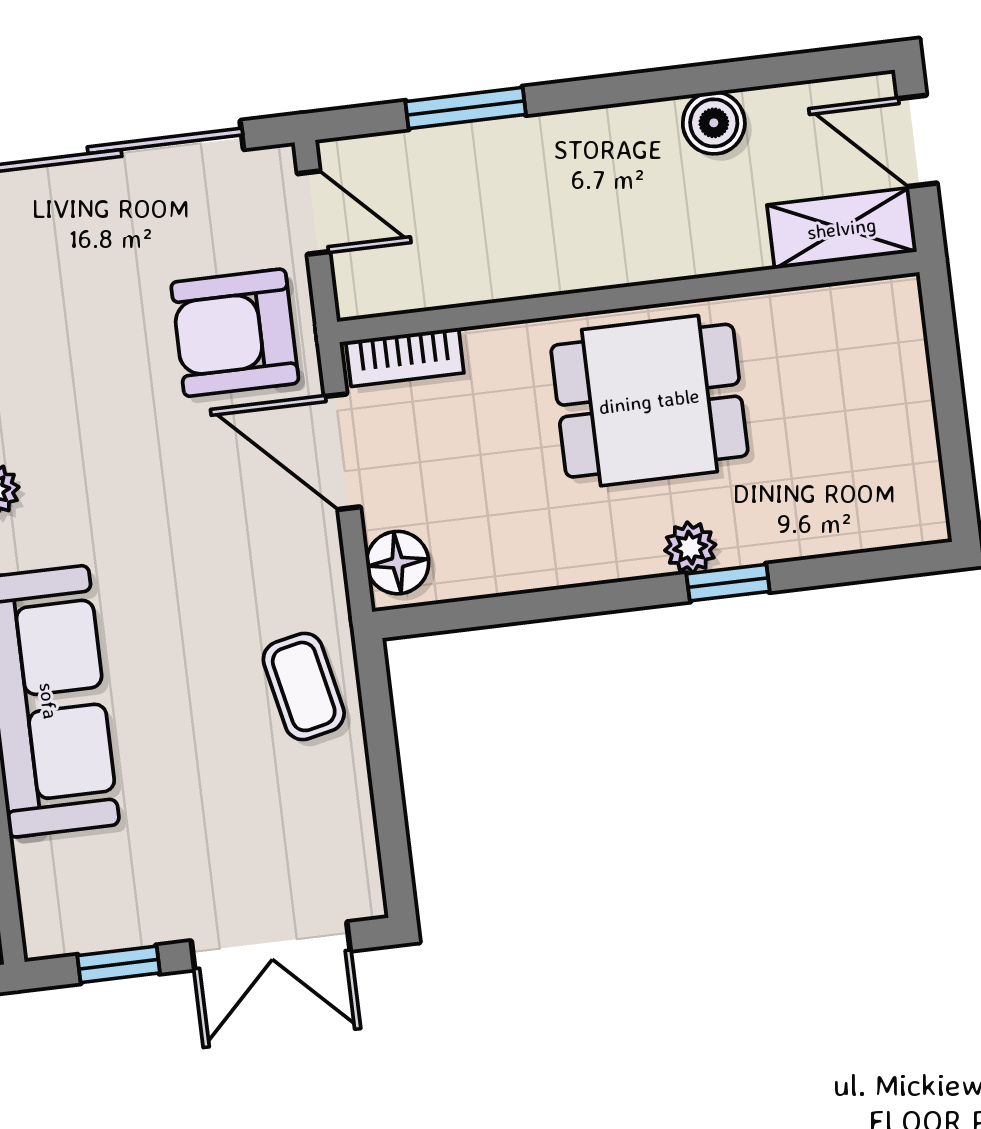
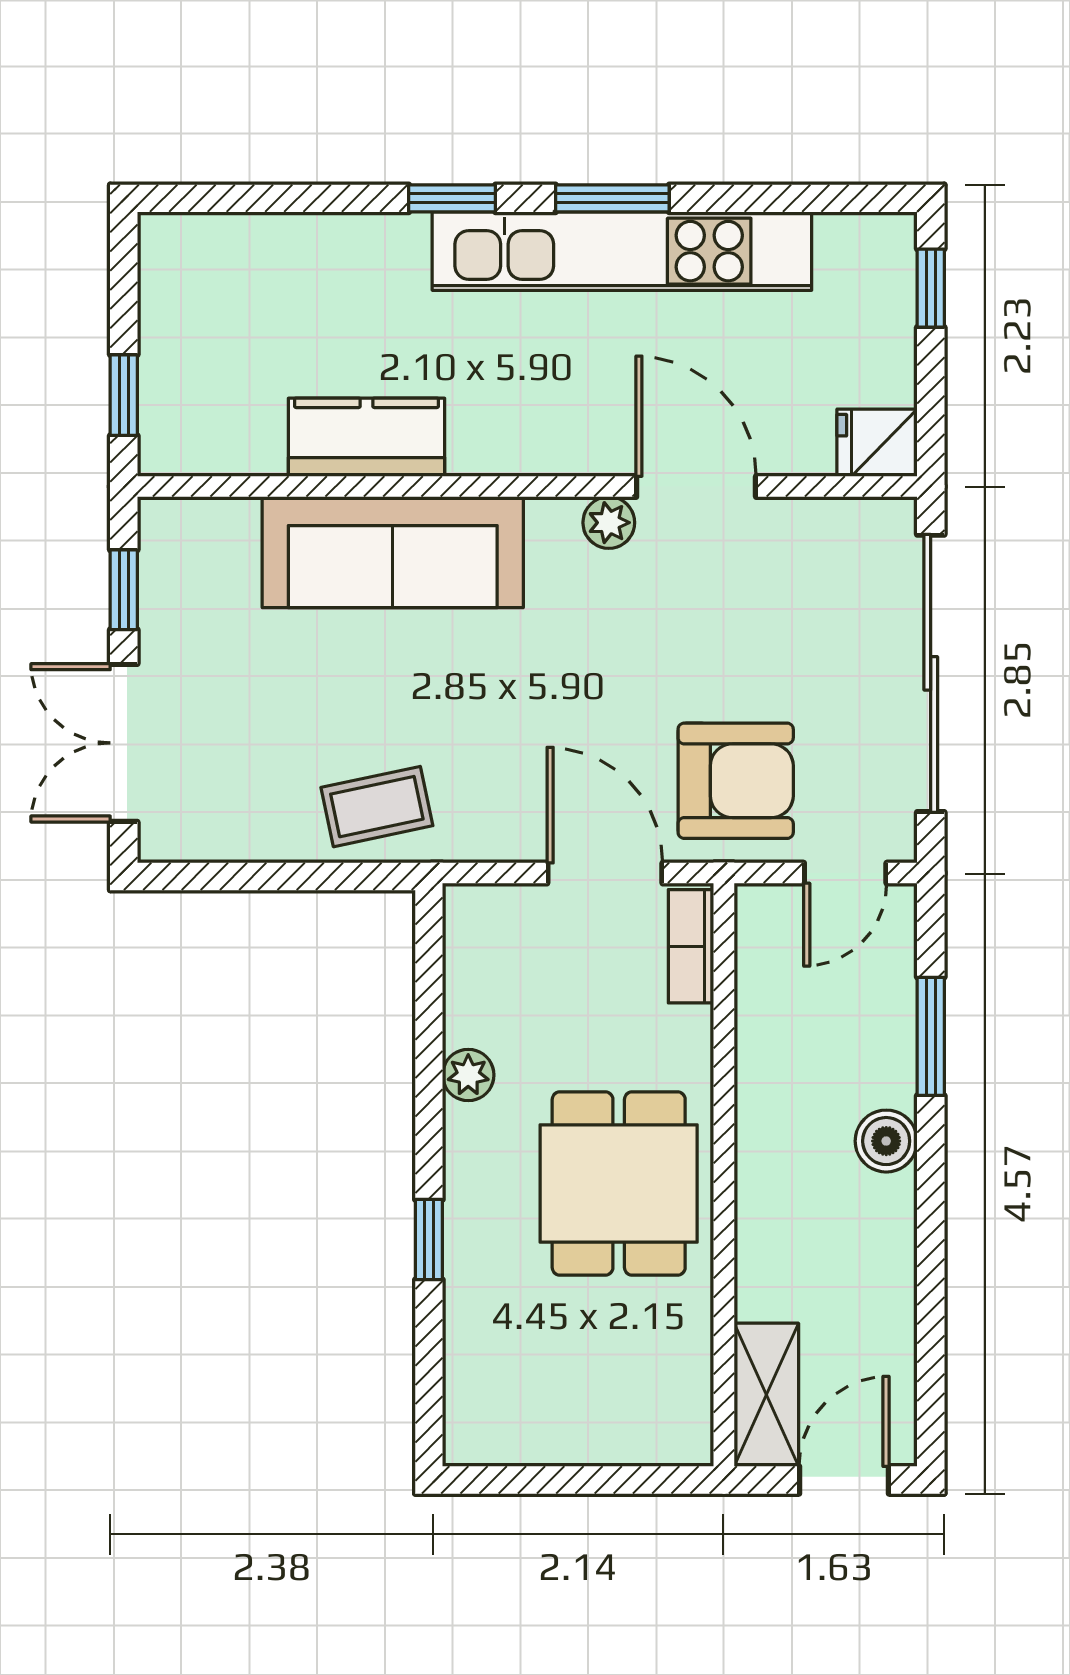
boiler: (714, 123) -> (886, 1141), moved
armchair: (235, 333) -> (736, 781), turned 90
door: (342, 452) -> (605, 873), hinge flipped
plant: (690, 548) -> (468, 1075), moved
floor lamp: (398, 563) -> (488, 914), removed

